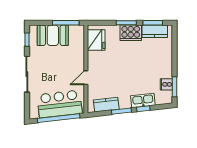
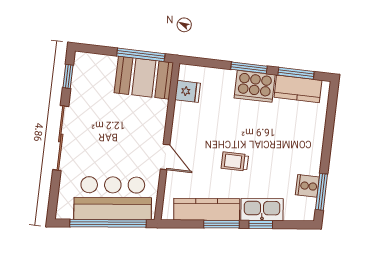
booth: (53, 35) -> (144, 78), moved
fridge: (96, 40) -> (188, 91), width x0.53, depth x0.75
trolley: (125, 76) -> (235, 161), added
door: (86, 78) -> (165, 157), swing flipped
kitchen counter: (106, 105) -> (207, 209), width x1.50

